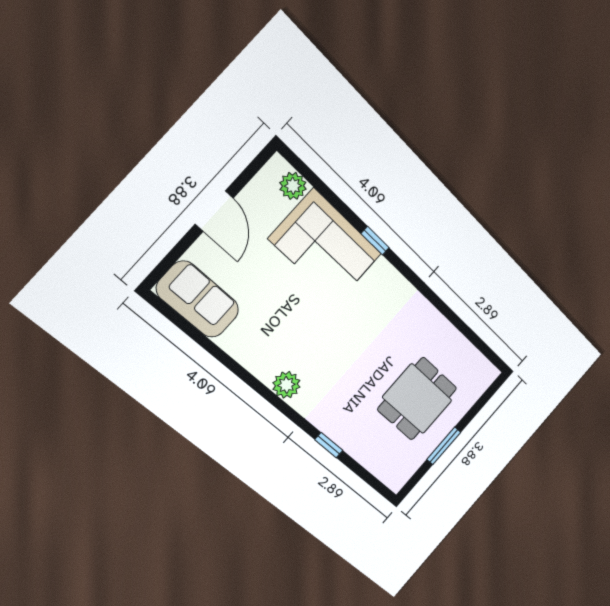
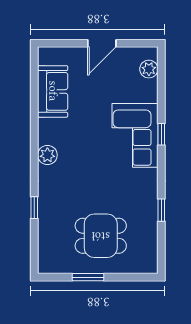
corner sofa: (326, 246) -> (135, 135), moved
sofa: (198, 299) -> (53, 91), moved
window: (448, 313) -> (161, 210), added

